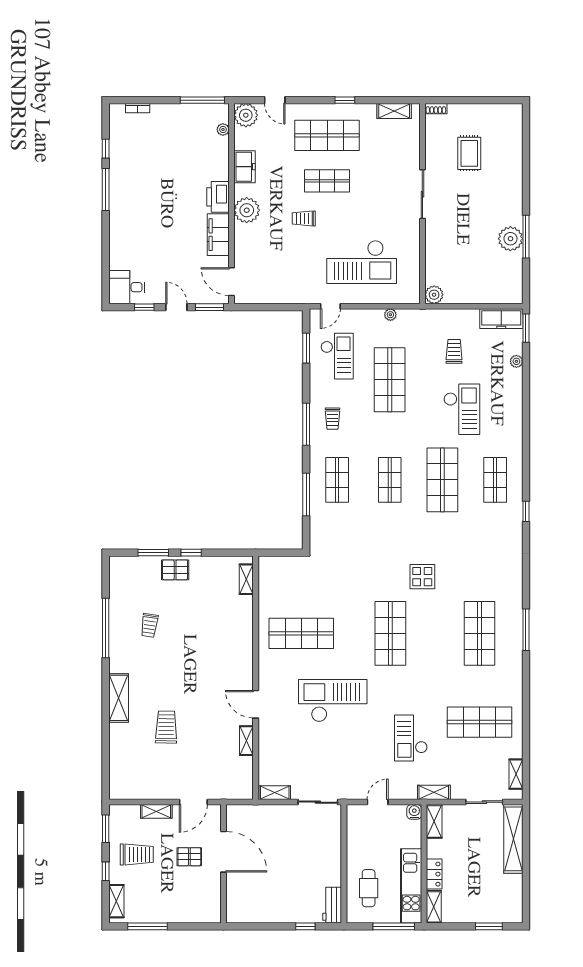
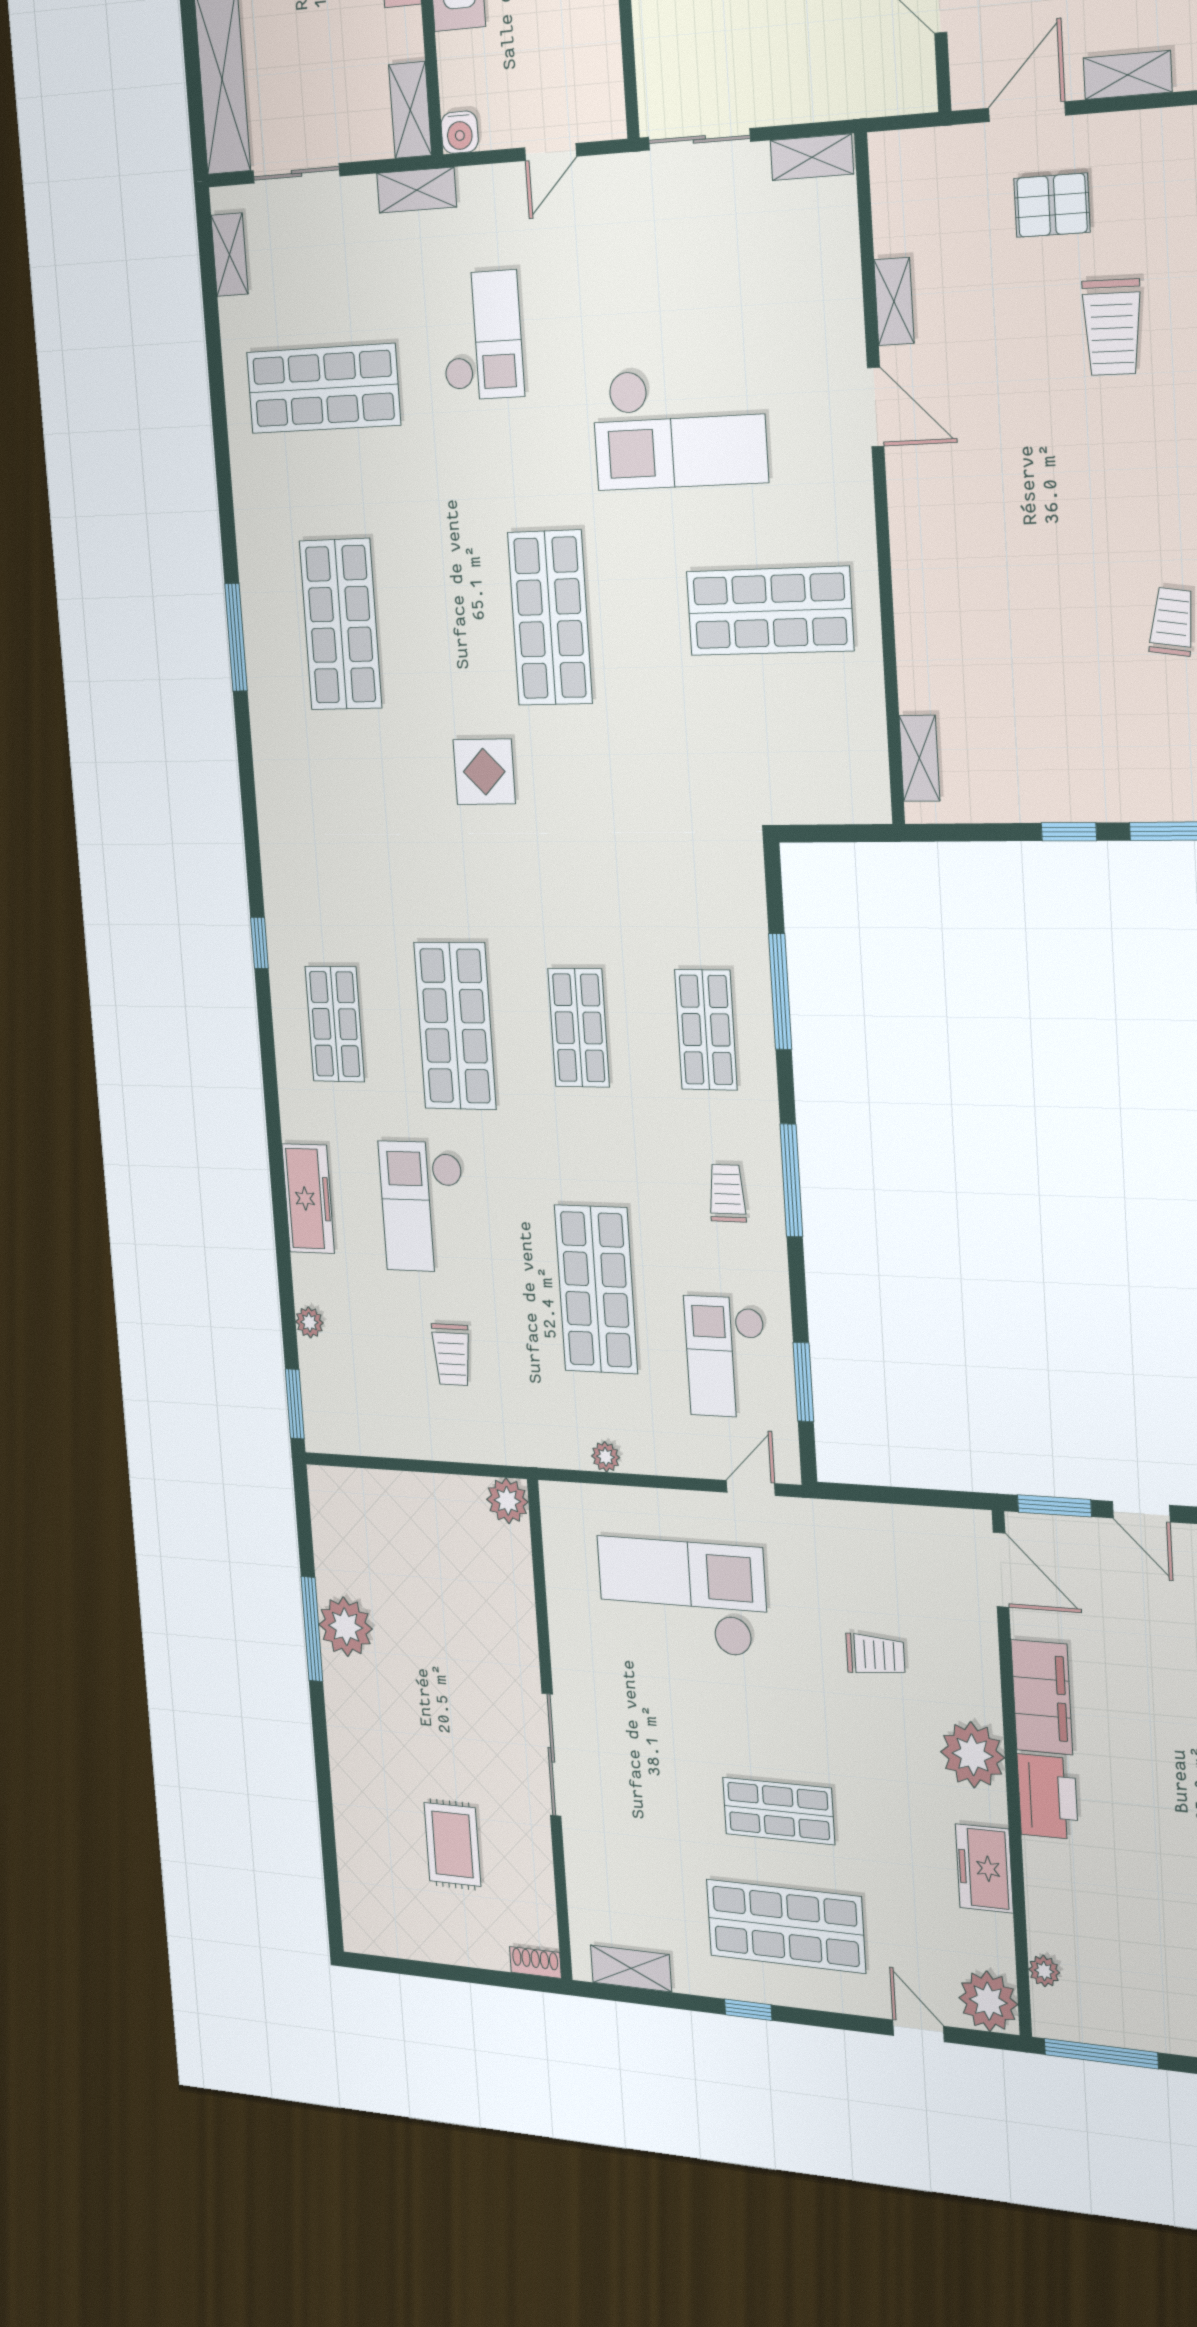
trolley: (304, 218) -> (875, 1655), moved
freezer: (501, 319) -> (308, 1199), moved, turned 90
pallet: (175, 570) -> (1052, 205), moved

